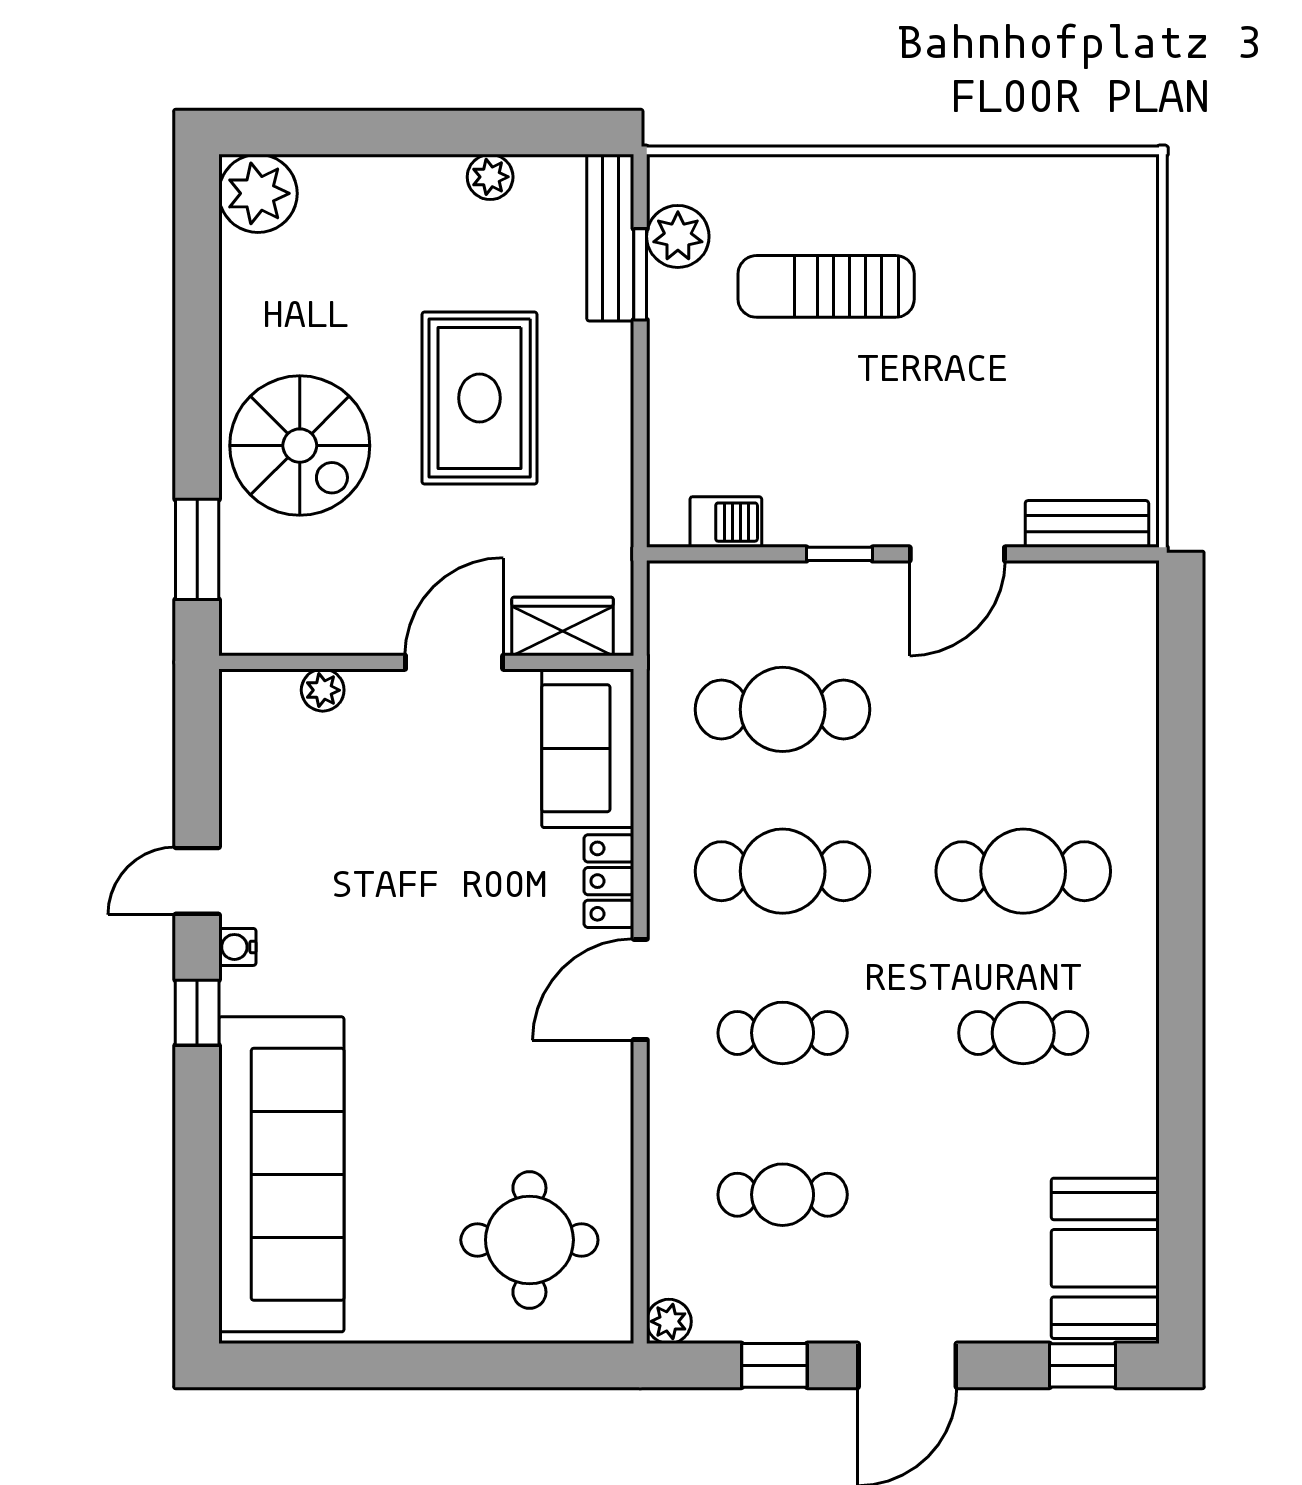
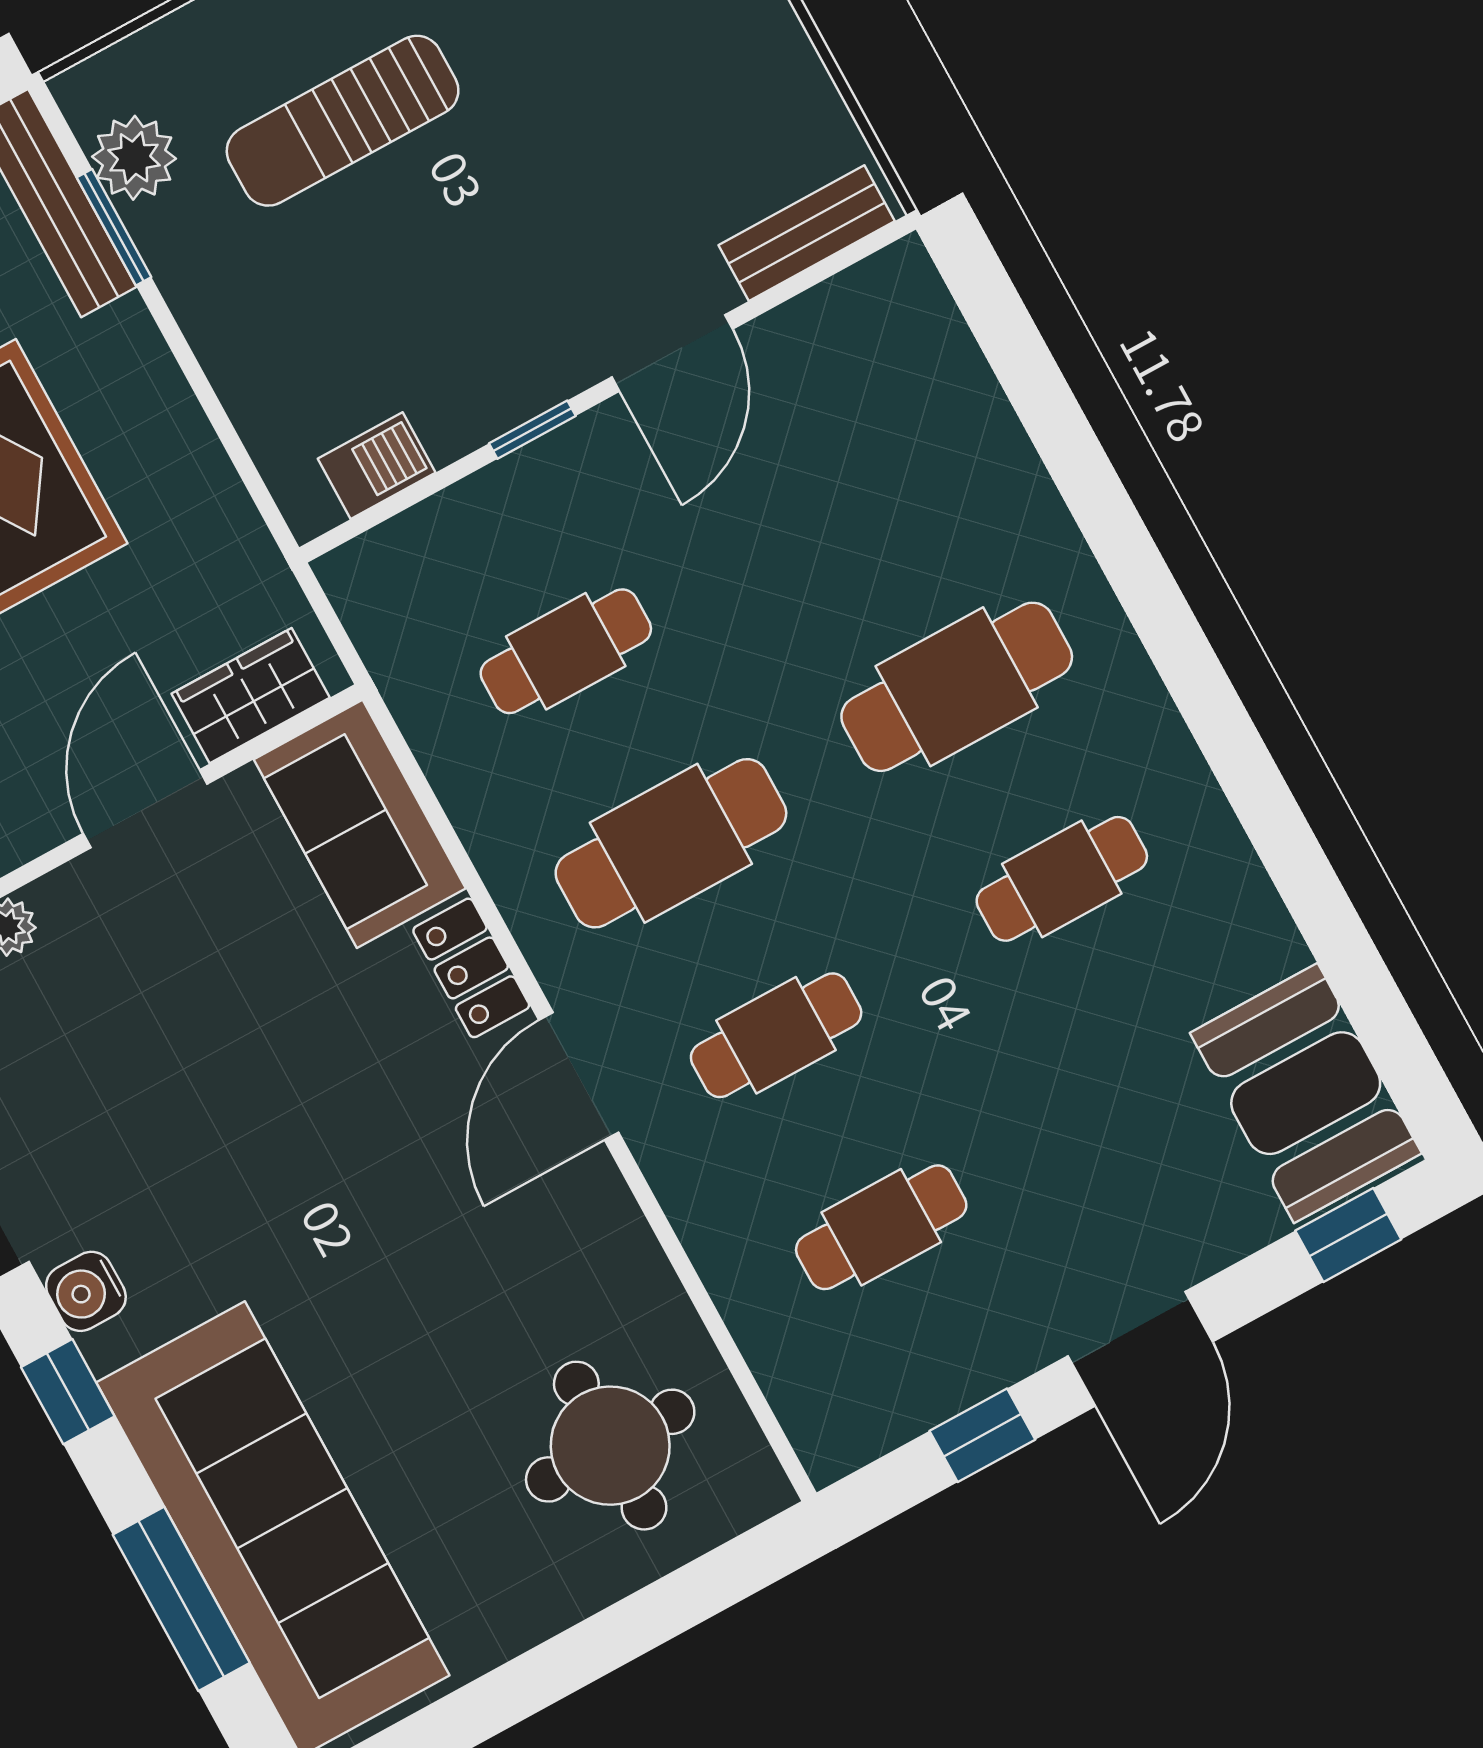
cafe table: (783, 709) -> (566, 651), width x0.73, depth x0.74
water cooler: (237, 947) -> (86, 1291), width x1.38, depth x1.38
window: (197, 1187) -> (181, 1599), added
plant: (669, 1321) -> (829, 1452), removed

